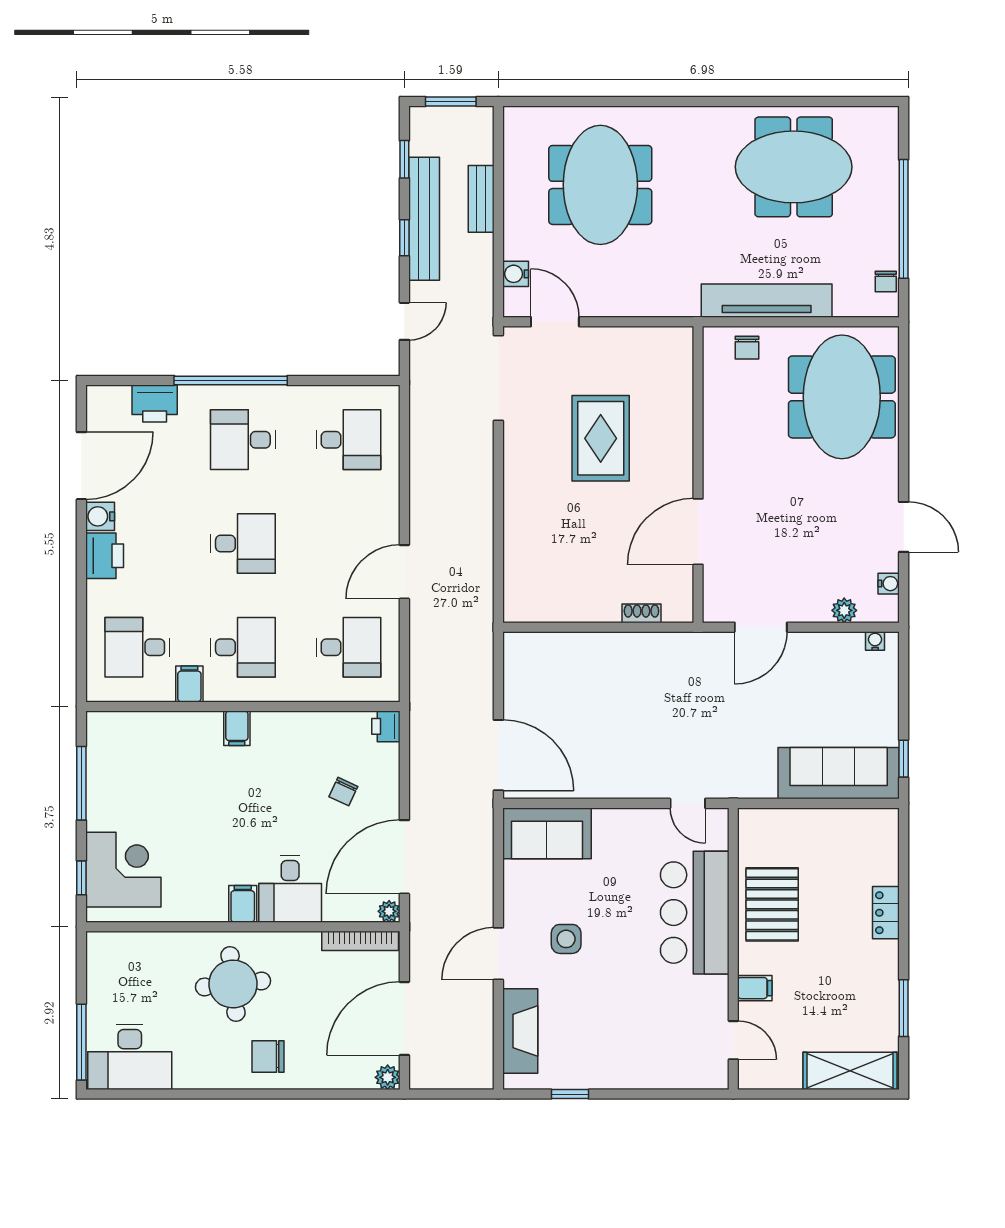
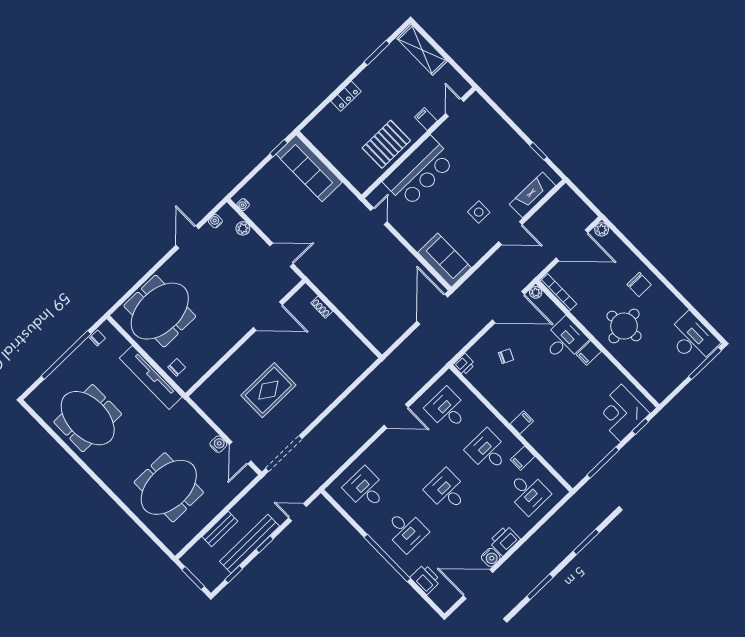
water cooler: (516, 274) -> (218, 444), moved, turned -90

